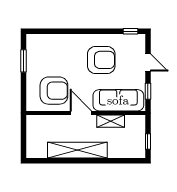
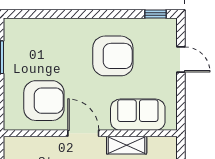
window: (148, 91) -> (181, 102), removed
sofa: (118, 100) -> (138, 115), width x0.73

